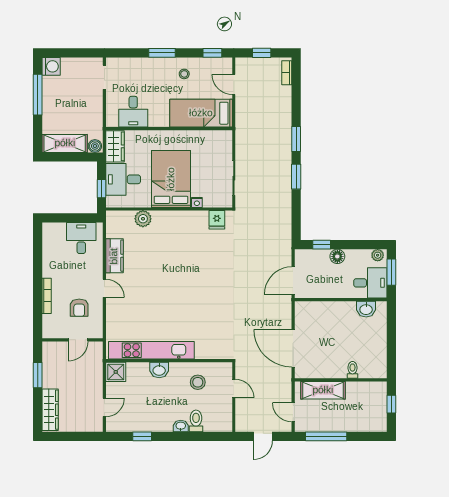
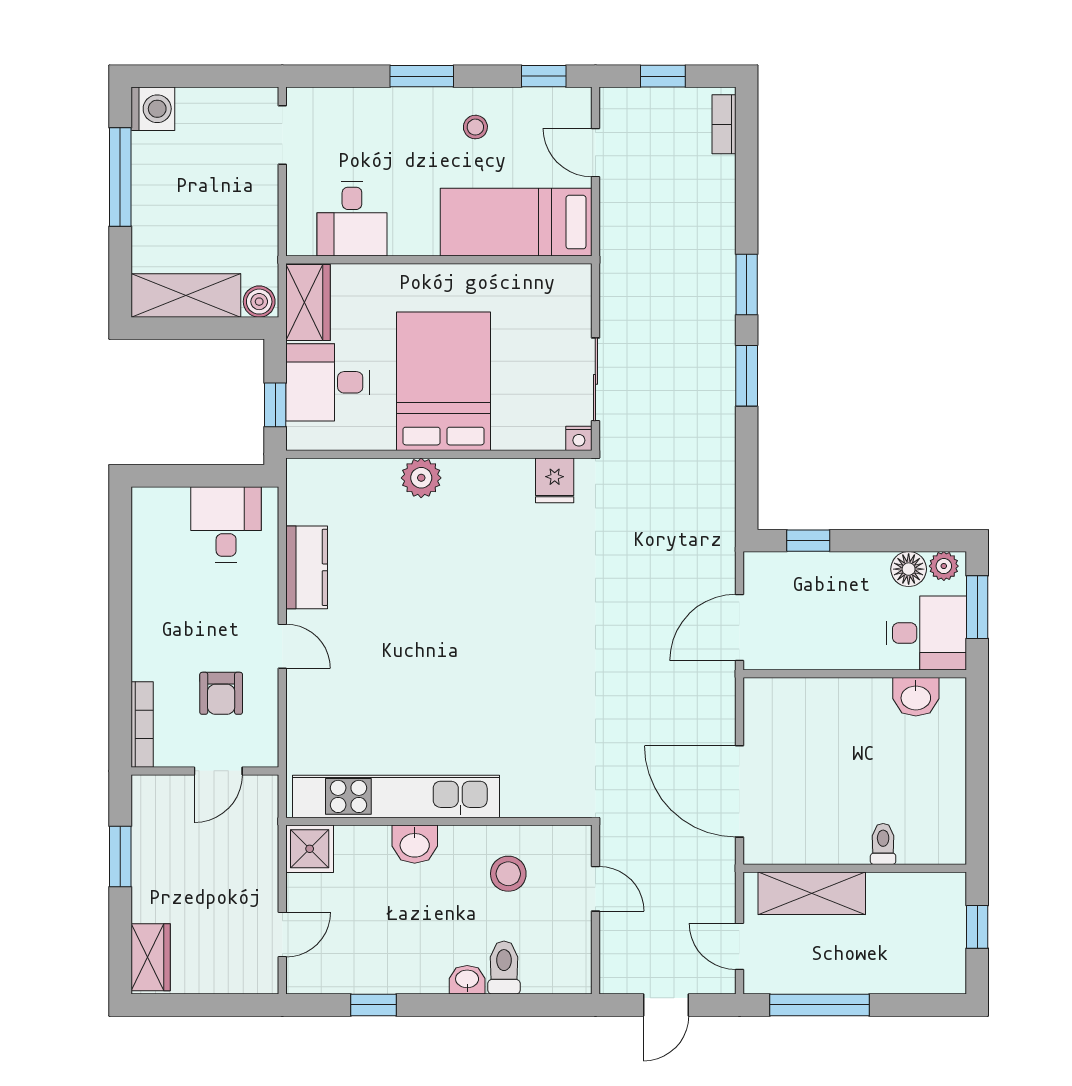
nightstand: (197, 202) -> (579, 438), moved
plant: (143, 219) -> (421, 478), moved
floor lamp: (337, 256) -> (909, 569), moved
bookcase: (47, 296) -> (142, 724), moved
wardrobe: (50, 410) -> (151, 957), width x0.67

